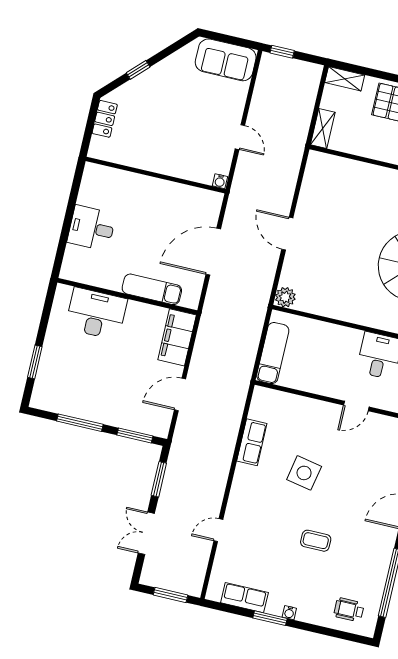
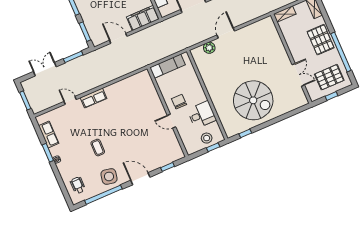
plant: (285, 297) -> (209, 48), moved
chair: (336, 374) -> (179, 102), added
row of seats: (252, 442) -> (94, 98), moved
side table: (304, 473) -> (109, 176), moved

